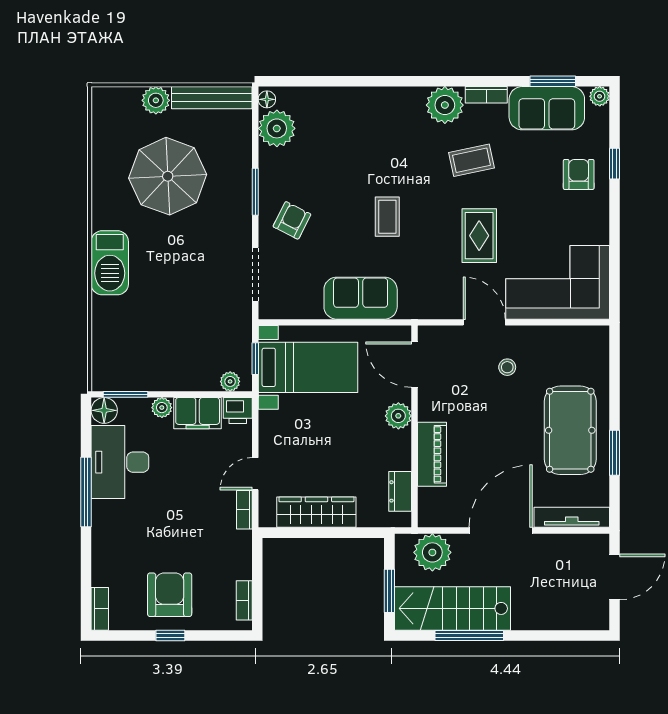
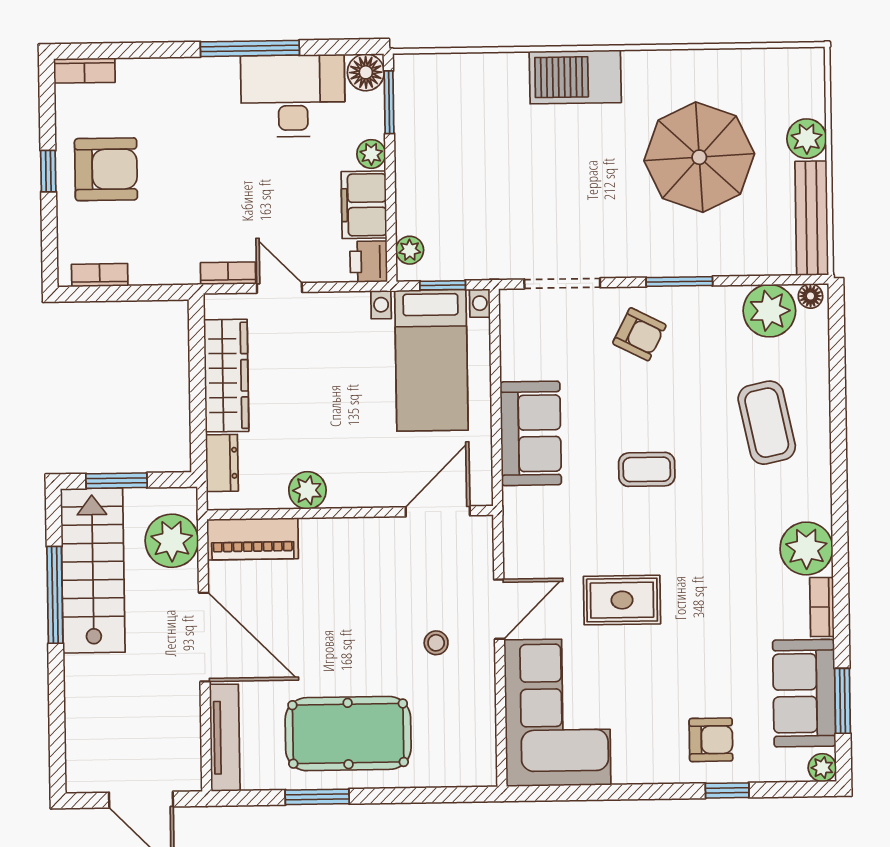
coffee table: (472, 160) -> (767, 423), moved, width x1.36, depth x1.30
plant: (398, 416) -> (307, 490), moved
piano: (432, 454) -> (253, 539), moved
dresser: (400, 491) -> (222, 463), moved, turned 90

